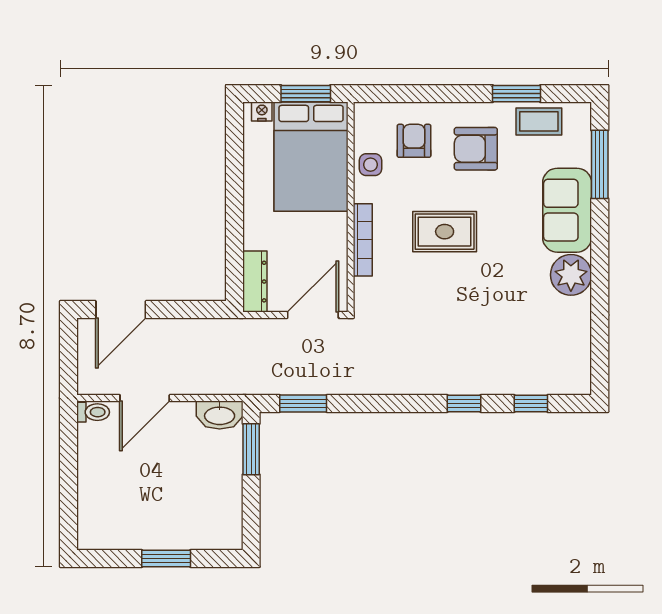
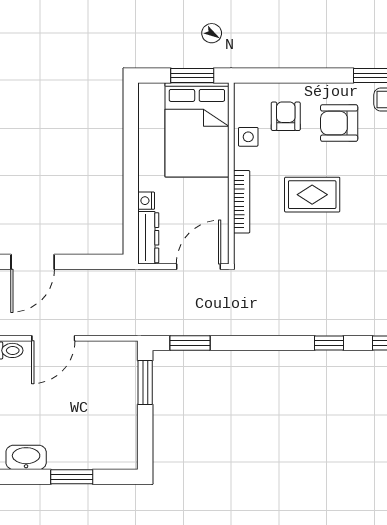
nightstand: (262, 111) -> (146, 201), moved, turned -90
washbasin: (220, 415) -> (26, 457), moved, turned 180

